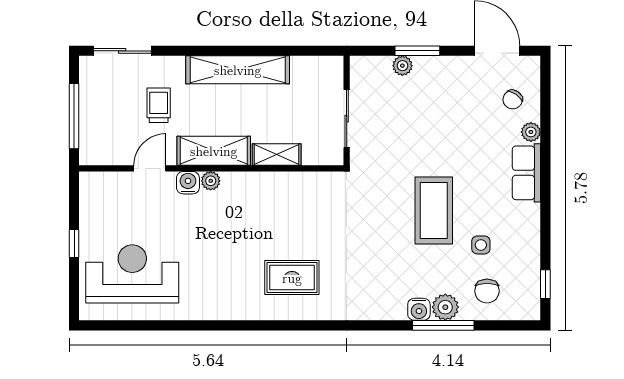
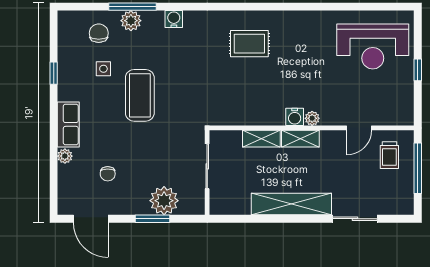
sliding door: (122, 51) -> (355, 219), moved
plant: (402, 66) -> (164, 201), width x1.88, depth x1.88
chair: (513, 100) -> (108, 174), moved, turned 146
trolley: (159, 105) -> (389, 155), moved
shelving: (214, 151) -> (300, 139), width x0.67, depth x0.75
water cooler: (188, 183) -> (295, 117), moved
window: (545, 284) -> (54, 73), moved
water cooler: (419, 309) -> (174, 19), moved

